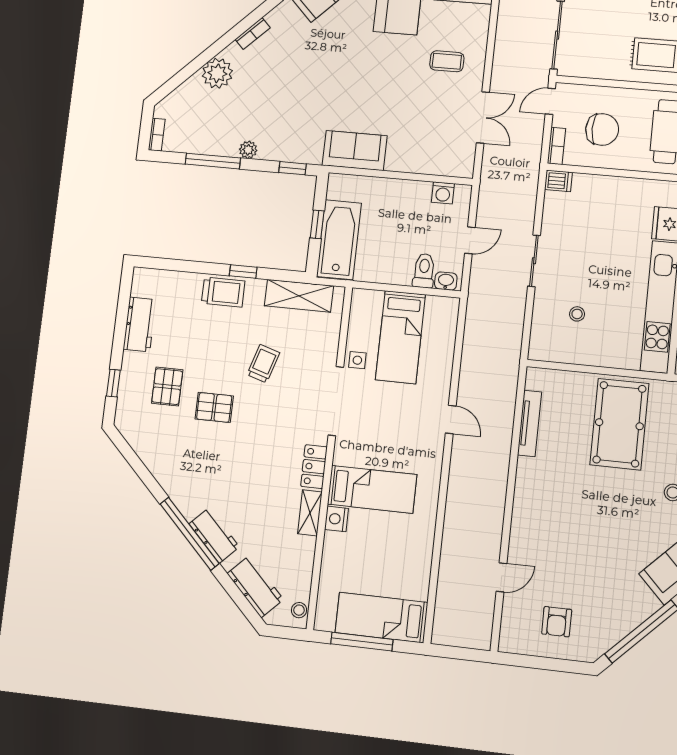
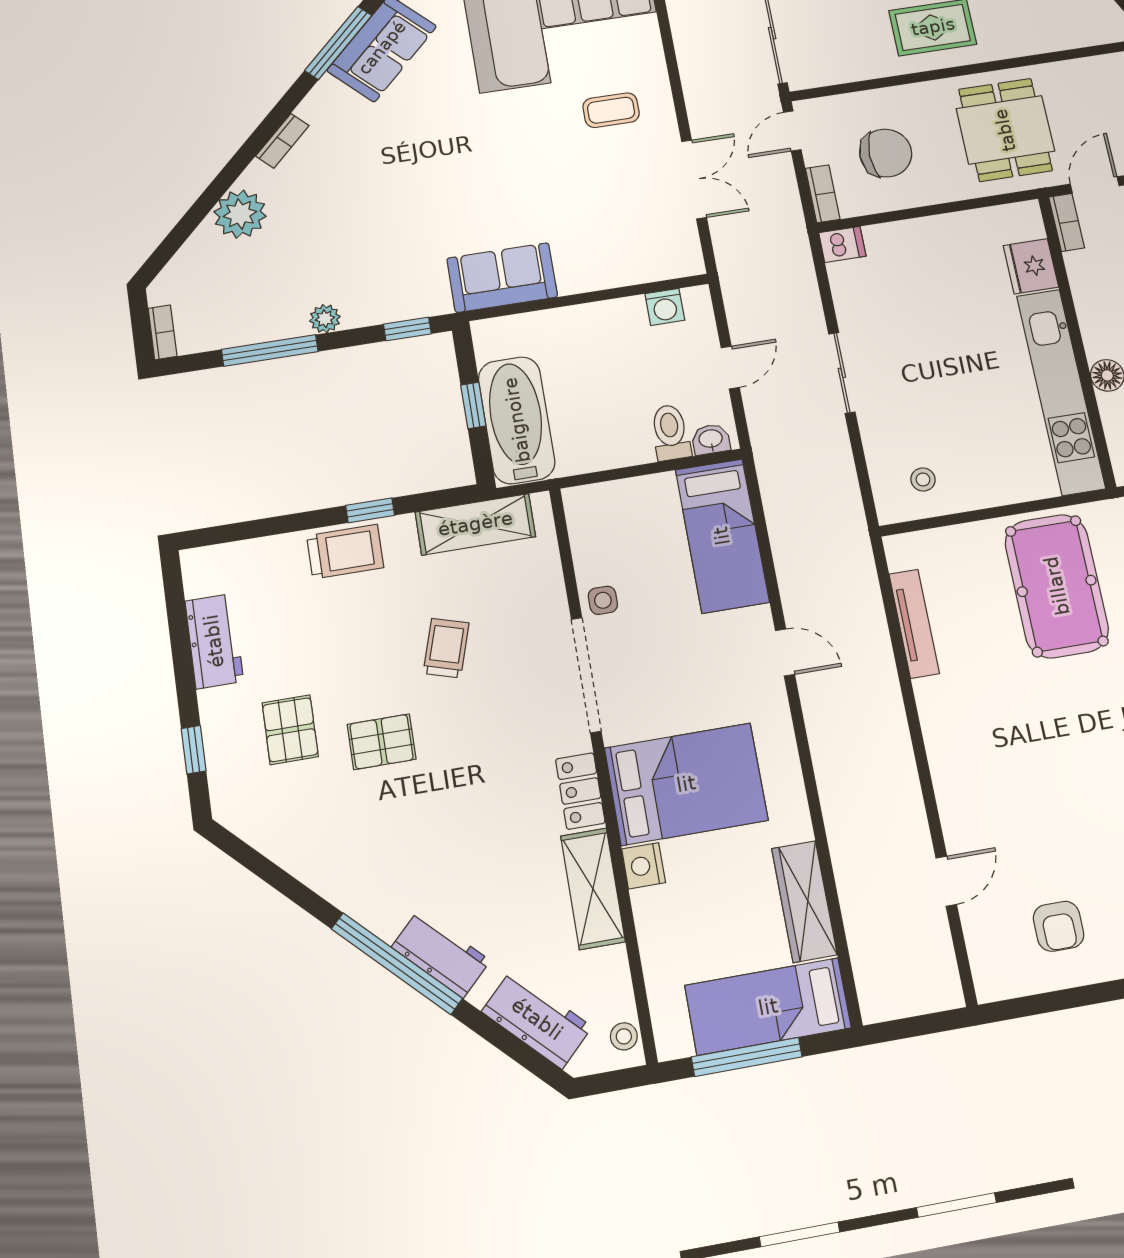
stool: (577, 314) -> (923, 479), moved
bed: (400, 337) -> (722, 536), moved
bed: (372, 489) -> (686, 784), width x1.50
shelving: (310, 513) -> (593, 889), width x1.50, depth x1.33
wardrobe: (419, 565) -> (804, 901), added

